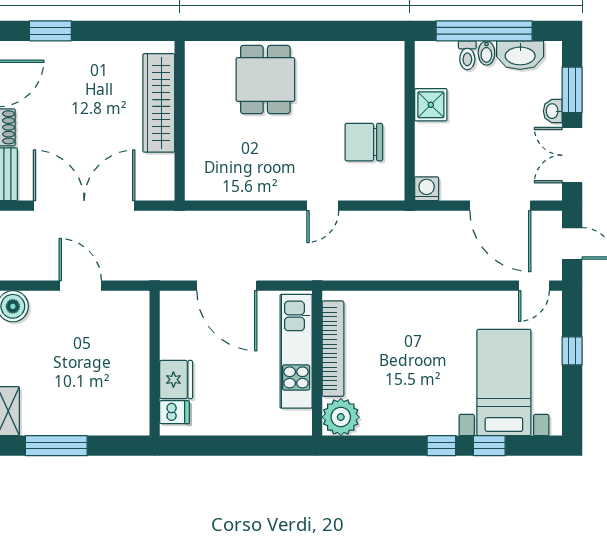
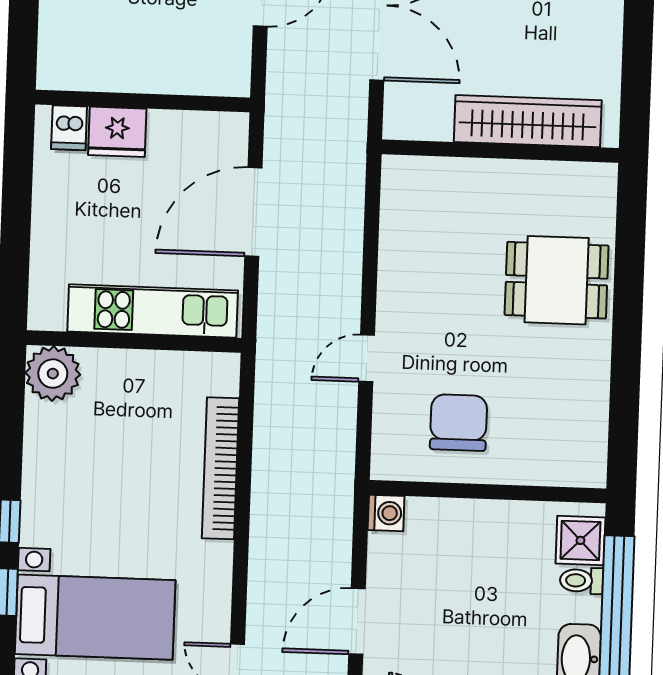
bidet: (486, 53) -> (584, 609), removed
shower: (431, 105) -> (580, 540), moved
door: (323, 206) -> (367, 358), hinge flipped
door: (500, 206) -> (357, 621), width x0.73
bookcase: (333, 349) -> (221, 468), moved, turned 90

